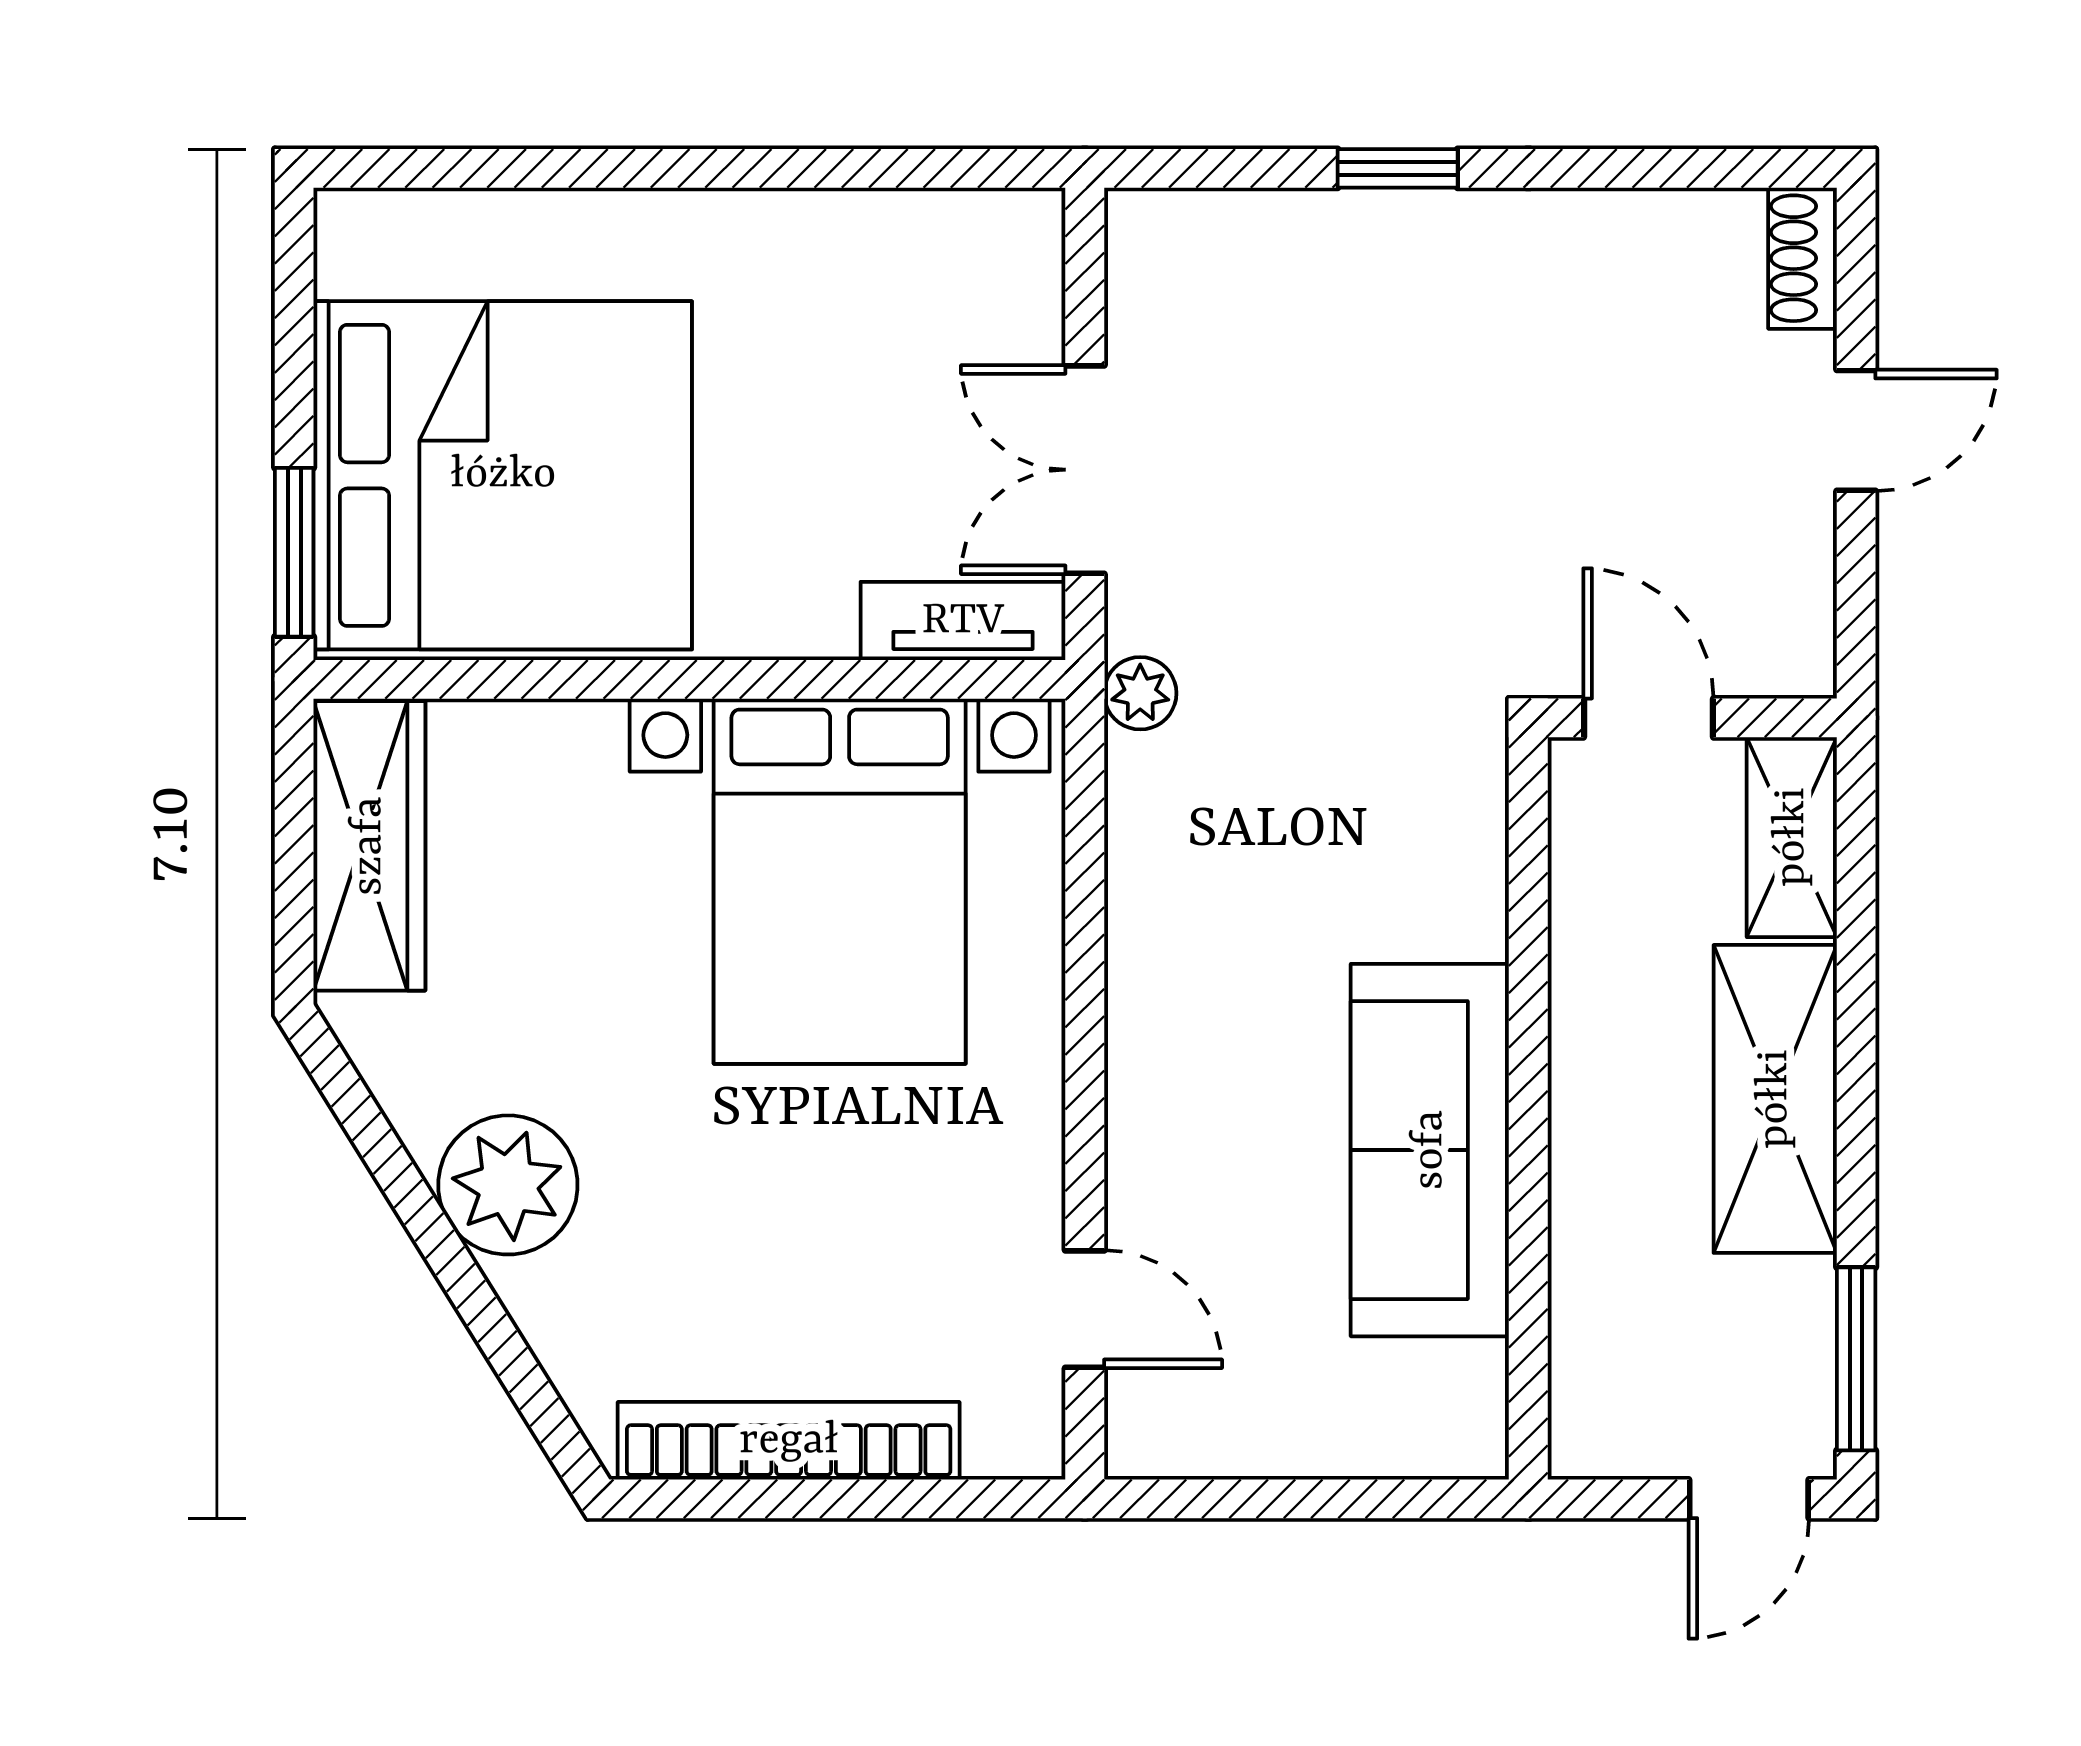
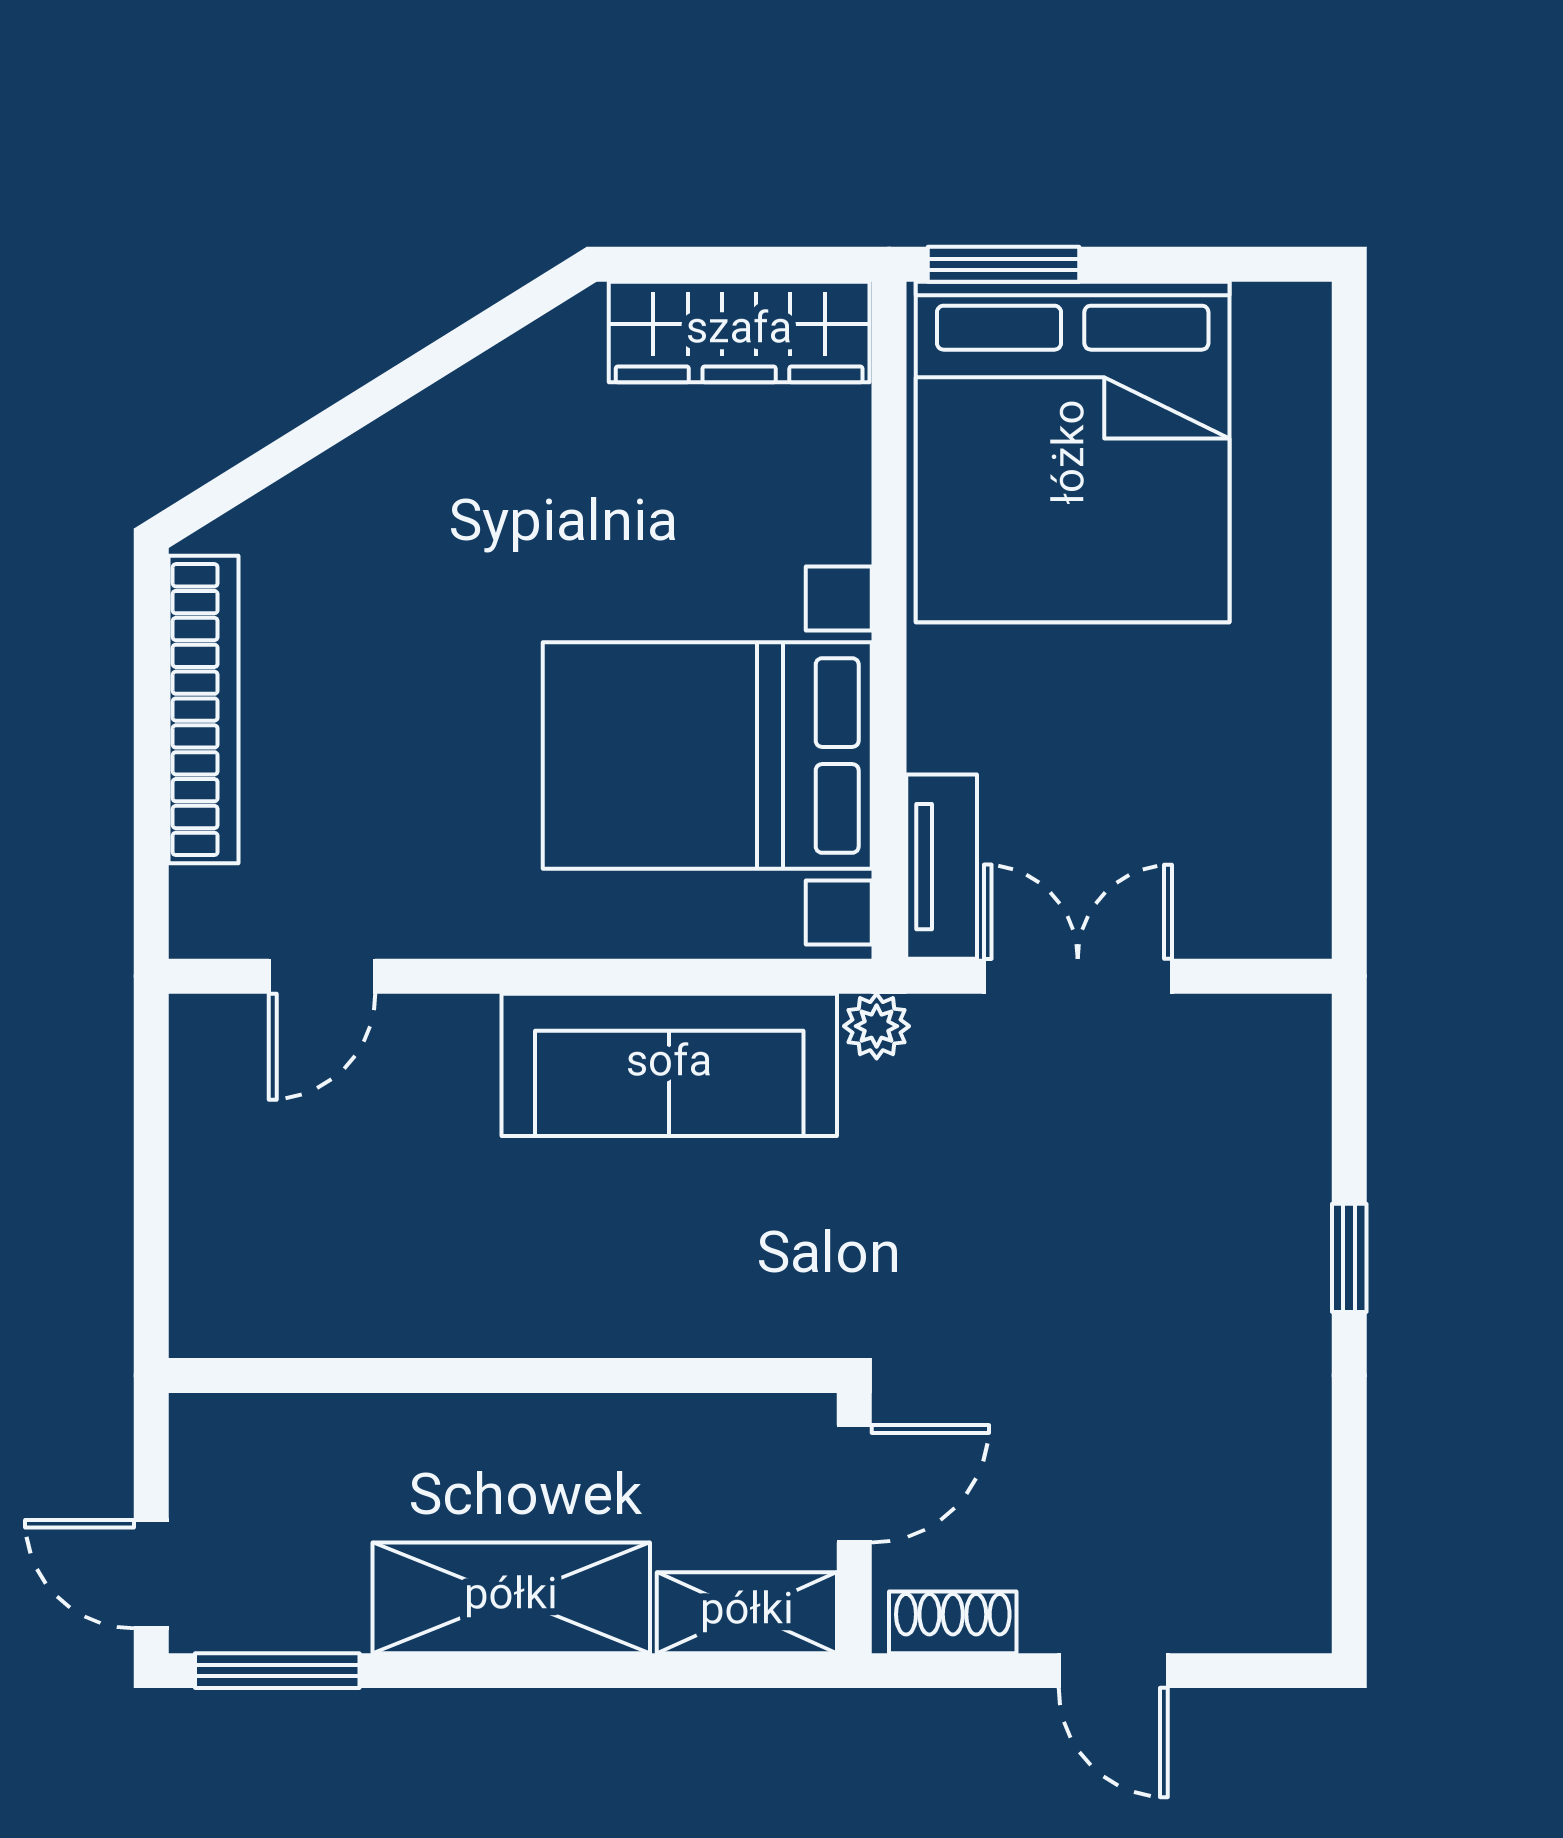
shoe rack: (1802, 258) -> (953, 1622), moved
sofa: (1430, 1150) -> (669, 1065), moved, turned 180
plant: (508, 1185) -> (434, 457), removed

